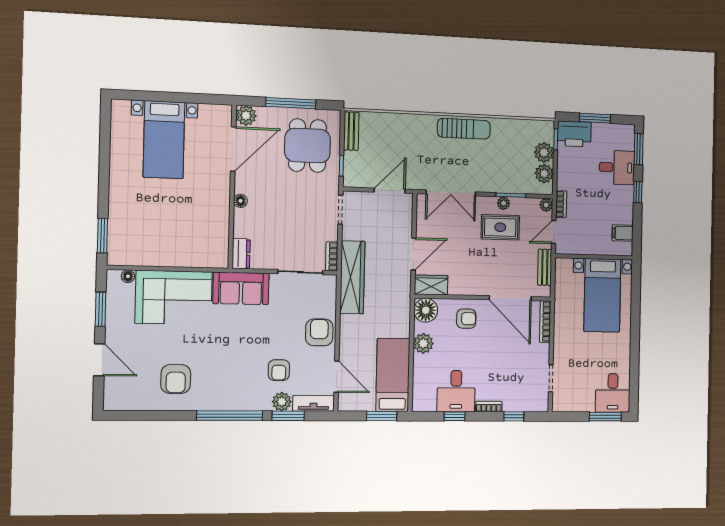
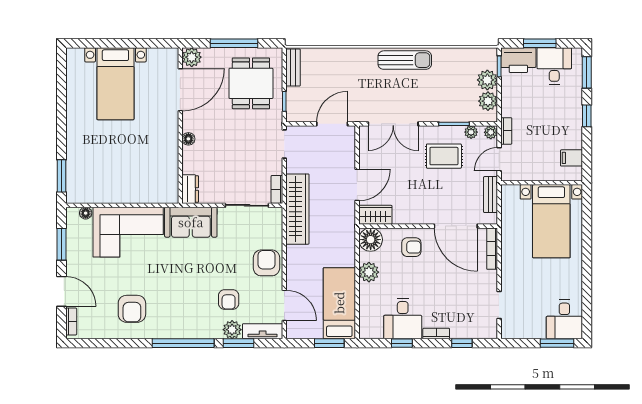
desk: (617, 167) -> (554, 66), moved, turned -90
plant: (504, 203) -> (471, 132), moved
bookcase: (109, 392) -> (71, 322), added

